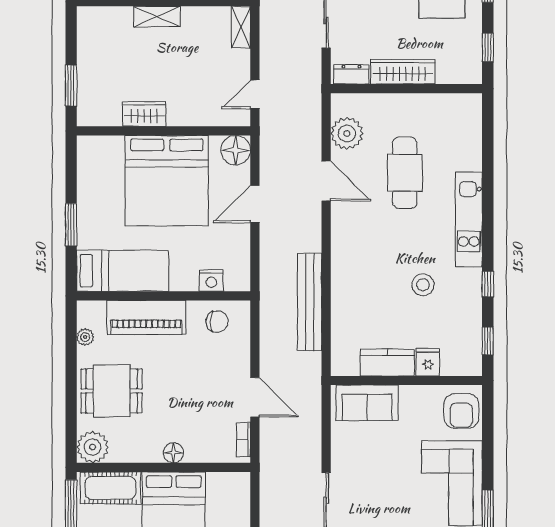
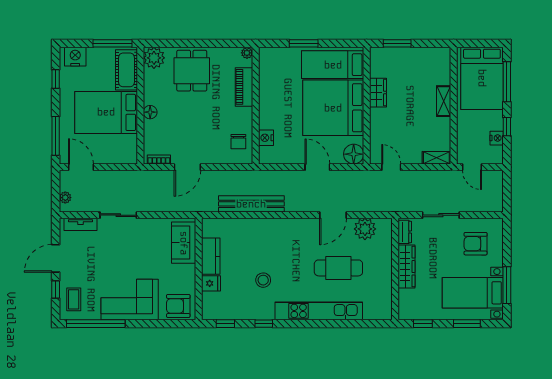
kitchen unit: (469, 220) -> (319, 311), width x1.36
bed: (123, 271) -> (333, 65), moved, turned 90
piano: (146, 317) -> (244, 87), width x0.73, depth x0.75
plant: (85, 337) -> (247, 53), moved

